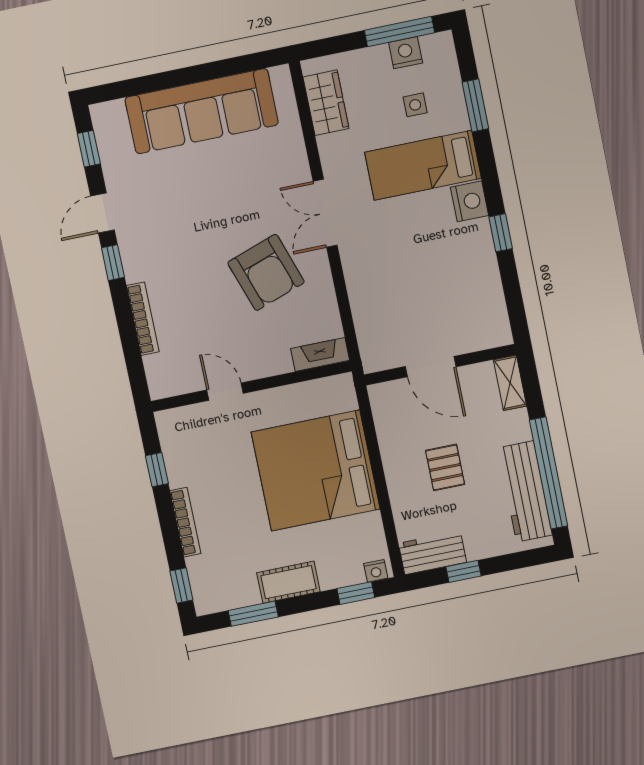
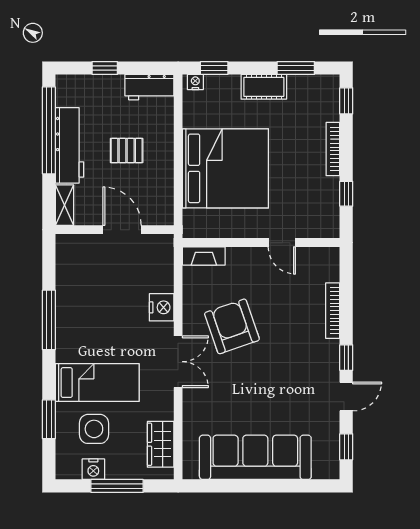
window: (399, 31) -> (117, 486), moved
side table: (415, 105) -> (94, 429), width x1.87, depth x1.87
nightstand: (470, 201) -> (162, 307), moved, turned 180
window: (501, 233) -> (49, 320), width x2.17
pallet: (445, 467) -> (127, 151), turned 90
workbench: (525, 492) -> (70, 145), moved
window: (463, 571) -> (105, 68), moved

